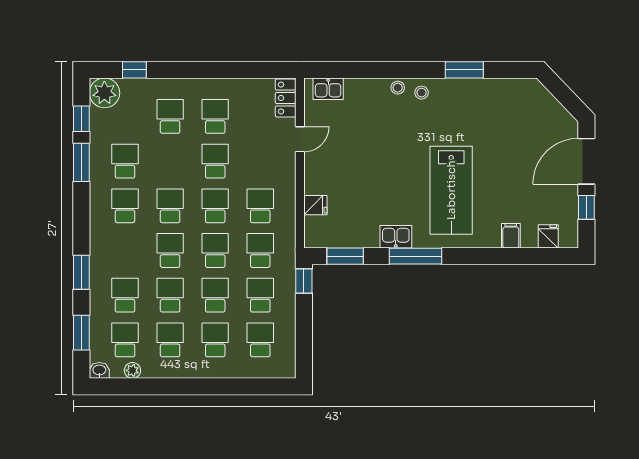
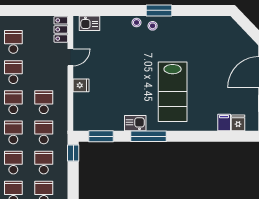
window: (464, 70) -> (159, 10), moved
fridge: (315, 205) -> (81, 85), moved
filing cabinet: (511, 236) -> (224, 122), moved

